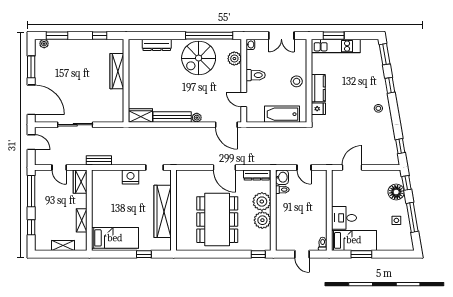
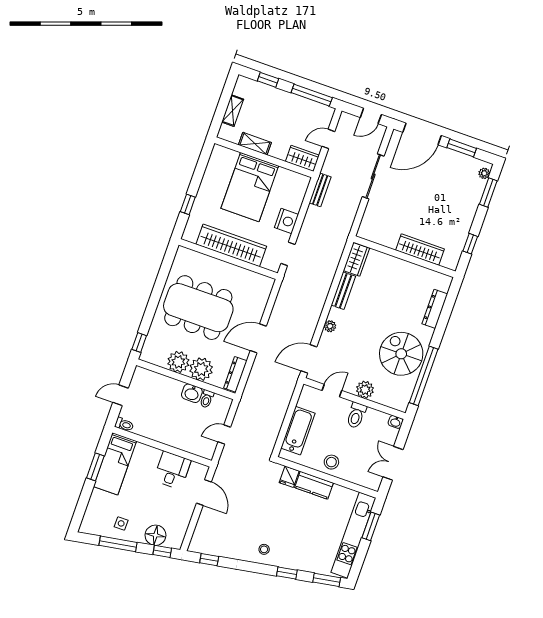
kitchen unit: (336, 46) -> (353, 535), width x1.36
plant: (234, 59) -> (365, 390), moved
bench: (172, 117) -> (343, 291), width x0.73
washbasin: (282, 177) -> (192, 393), moved
desk: (344, 218) -> (172, 470), moved
bed: (115, 238) -> (250, 187), moved, width x1.50

